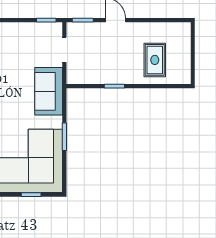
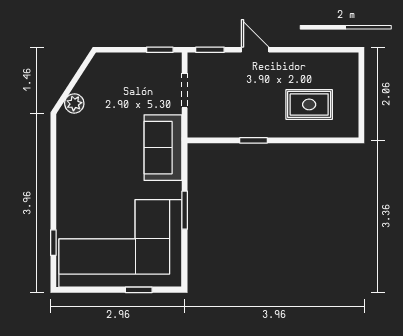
rug: (155, 60) -> (309, 104), turned 90

